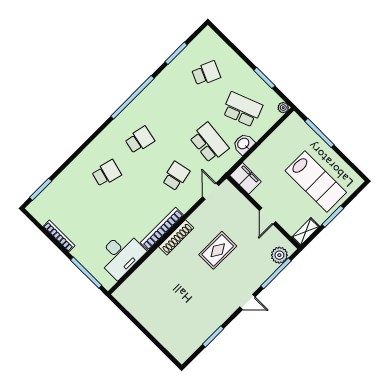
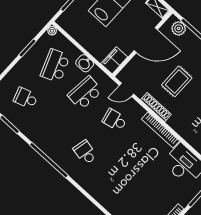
school desk: (206, 73) -> (26, 98), turned -42
school desk: (107, 173) -> (115, 180), removed
door: (267, 216) -> (146, 40), width x1.87
shoe rack: (176, 237) -> (156, 107), moved
rug: (218, 250) -> (177, 81), turned 90

